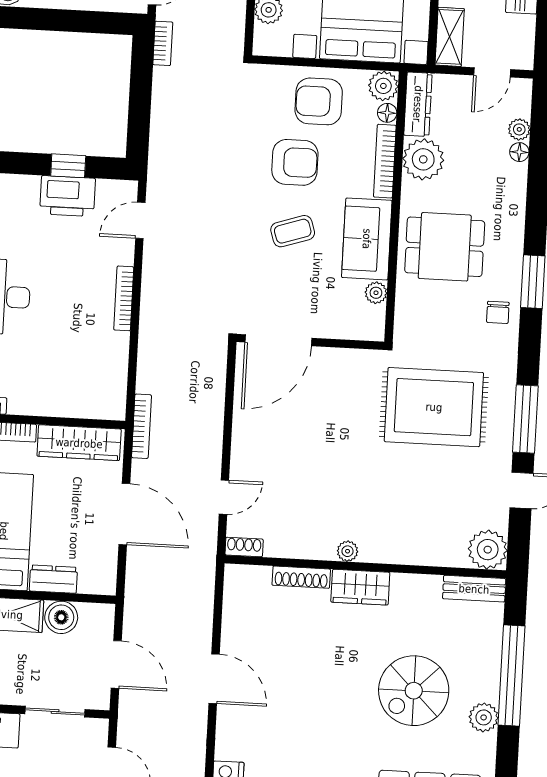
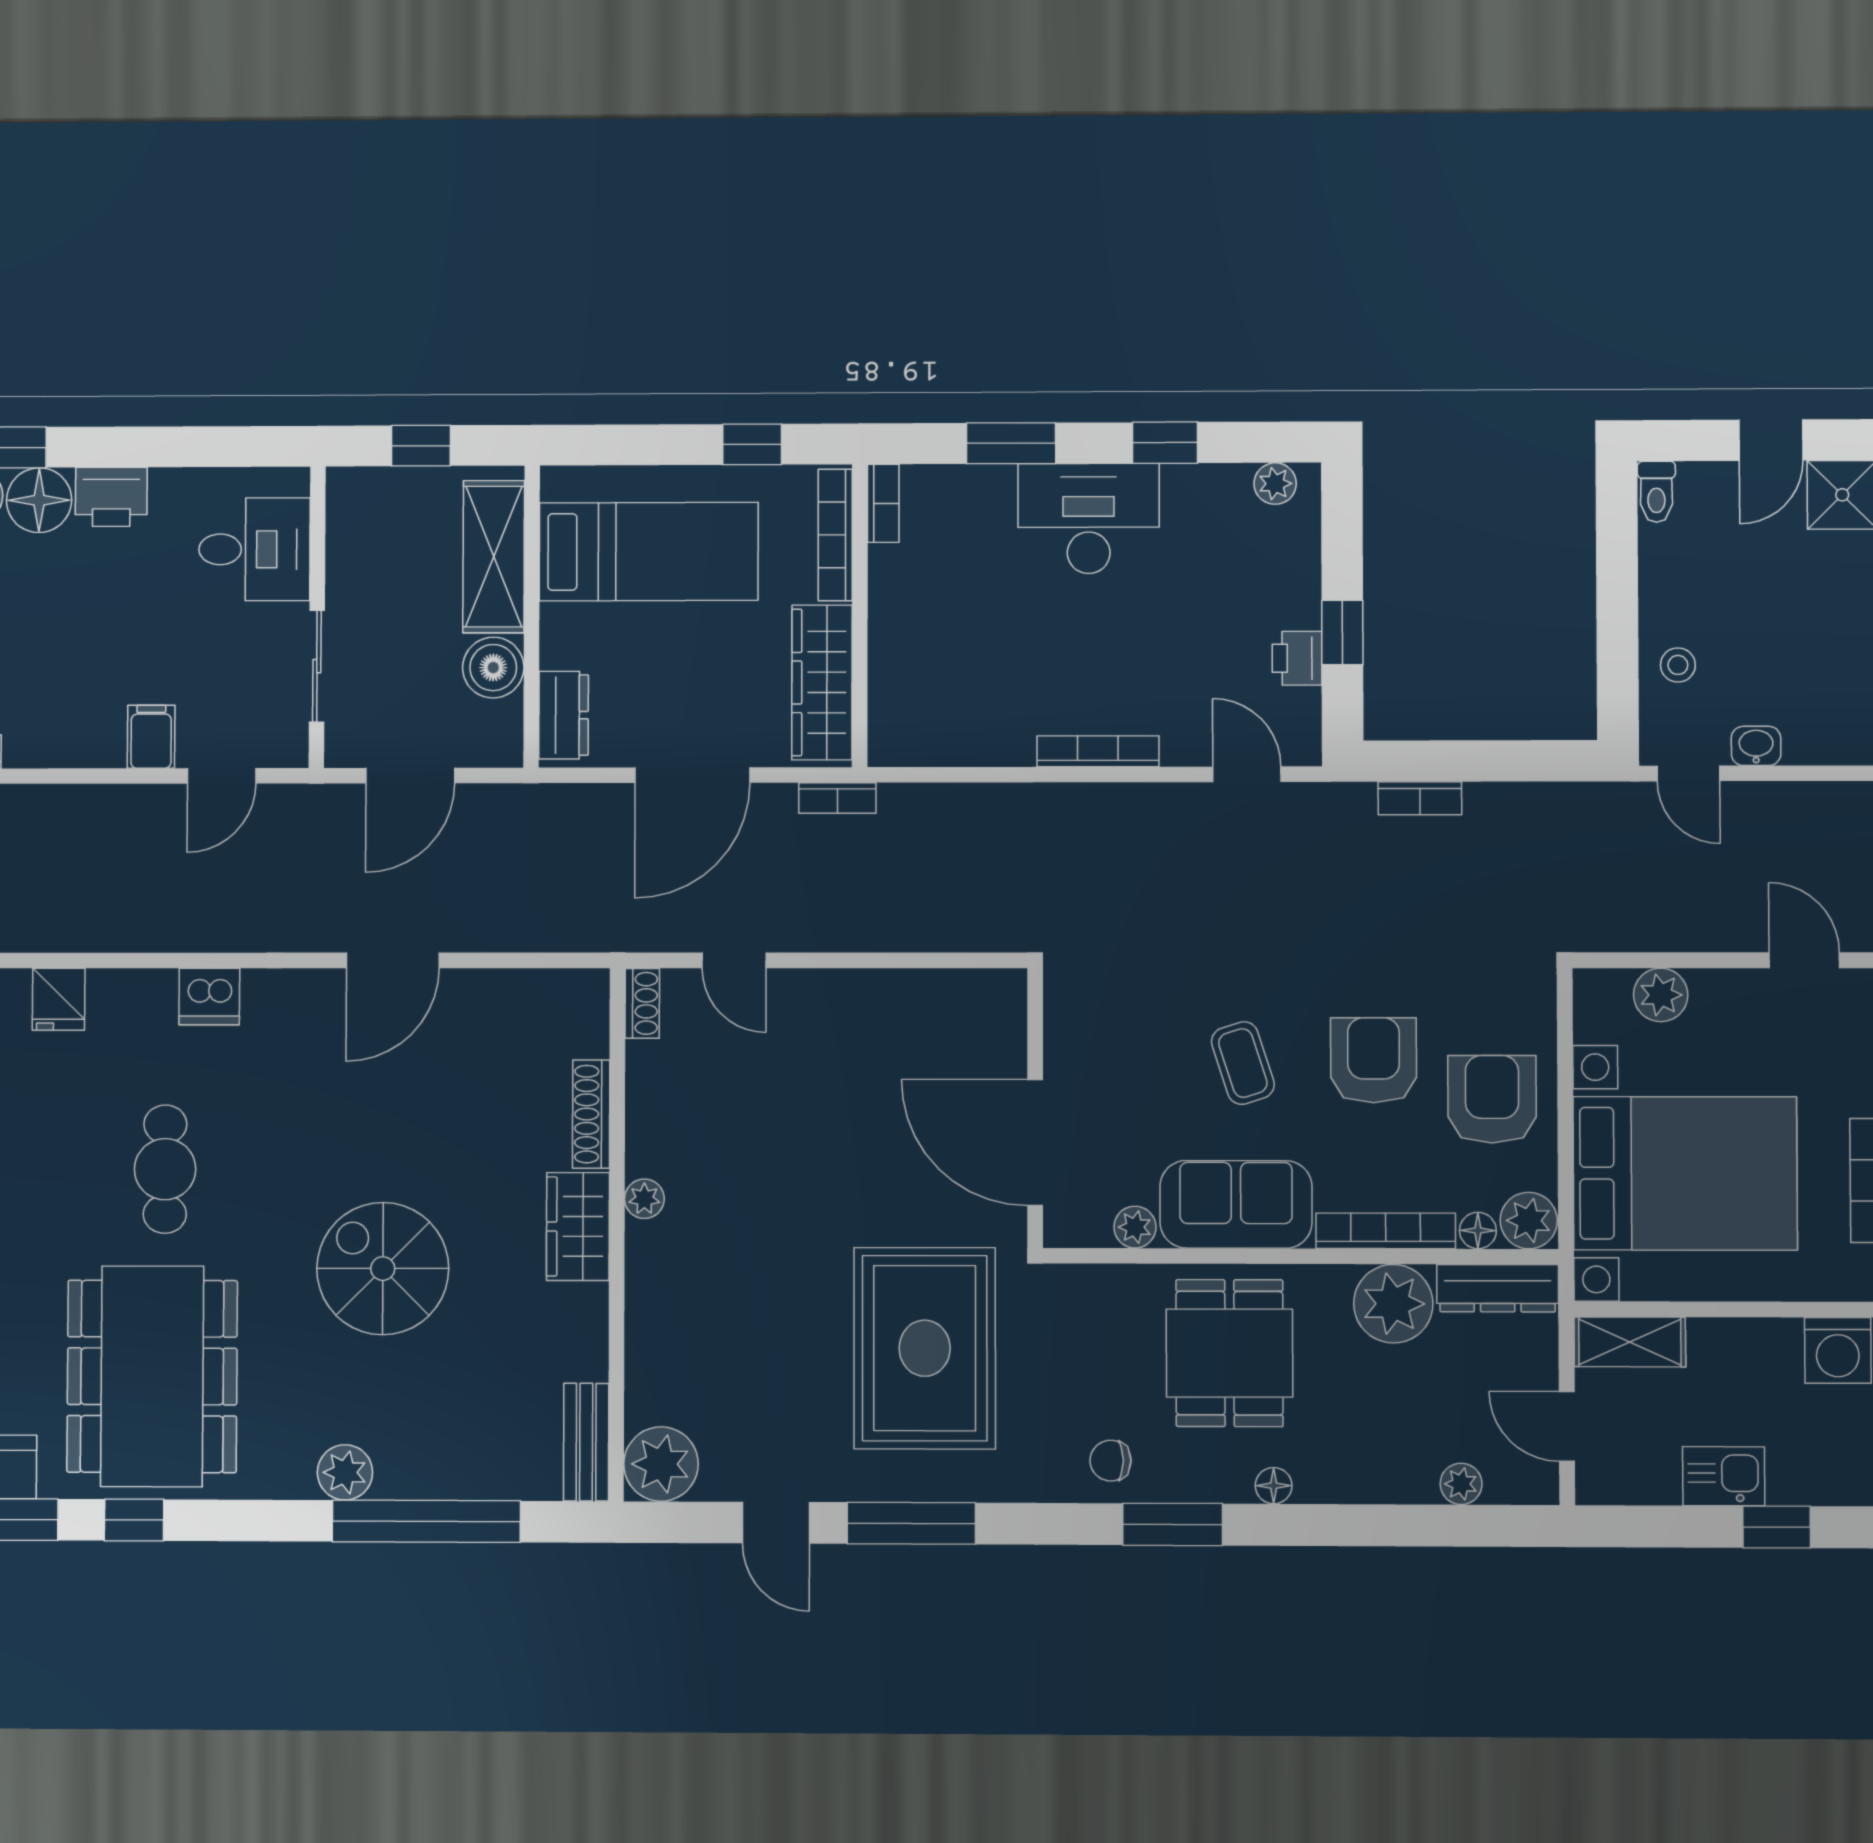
bookcase: (163, 43) -> (1420, 798), moved
floor lamp: (519, 152) -> (1274, 1486), moved
armchair: (295, 162) -> (1374, 1060), turned 180
printer: (68, 196) -> (1297, 658), width x0.53, depth x0.68
door: (278, 340) -> (1035, 1143), moved
bookcase: (141, 426) -> (837, 798), width x0.64
dresser: (53, 579) -> (564, 715), moved
spiral stairs: (414, 691) -> (383, 1269), moved

